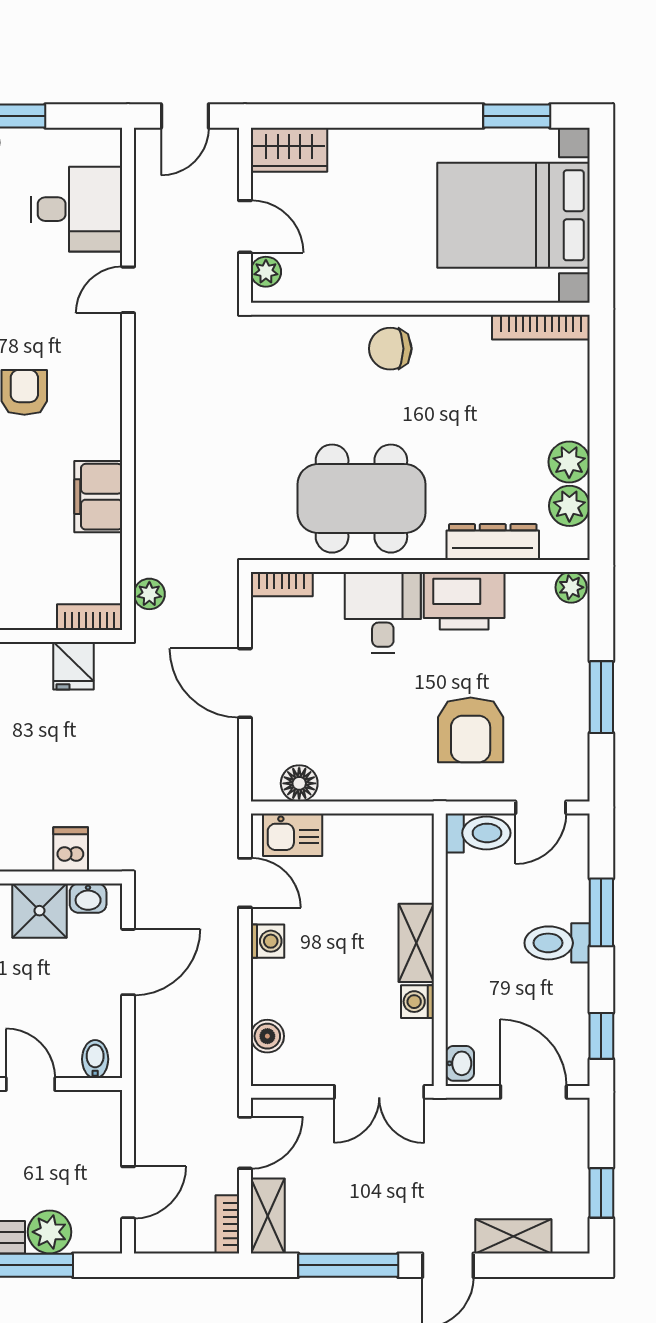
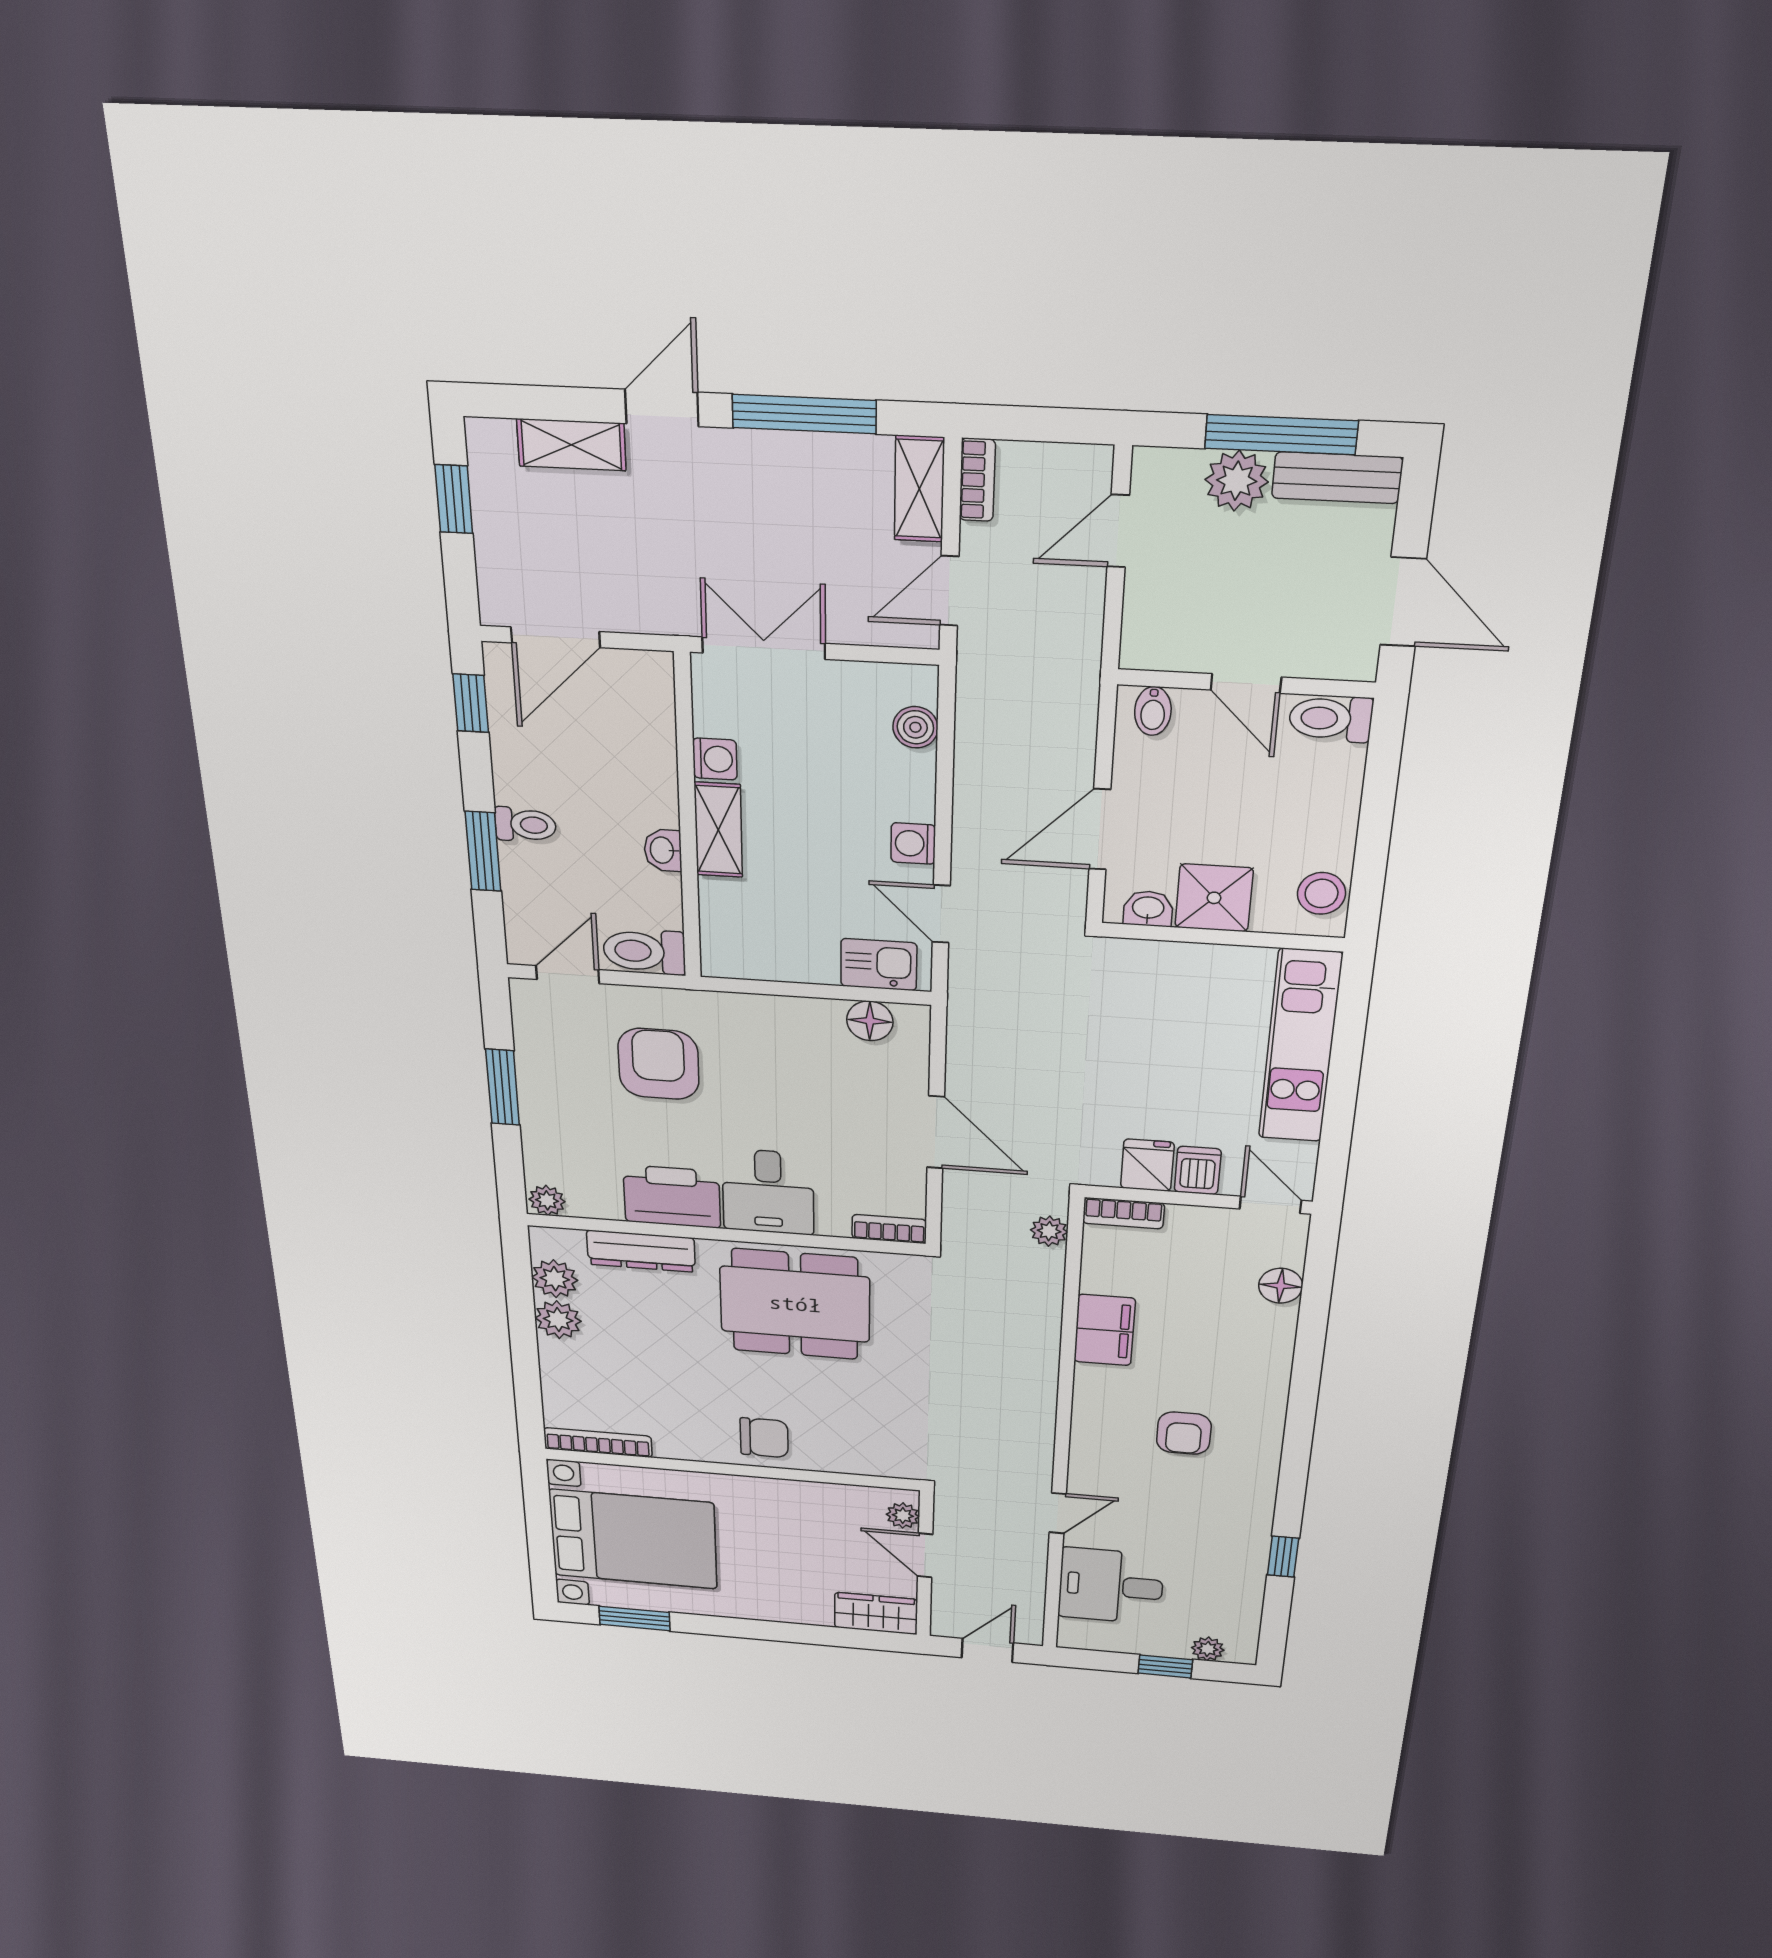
dishwasher: (71, 849) -> (1198, 1170), moved, turned 180
toilet: (557, 943) -> (525, 825), width x0.73, depth x0.72
washbasin: (460, 1063) -> (663, 850), moved
door: (533, 1092) -> (555, 637), hinge flipped

